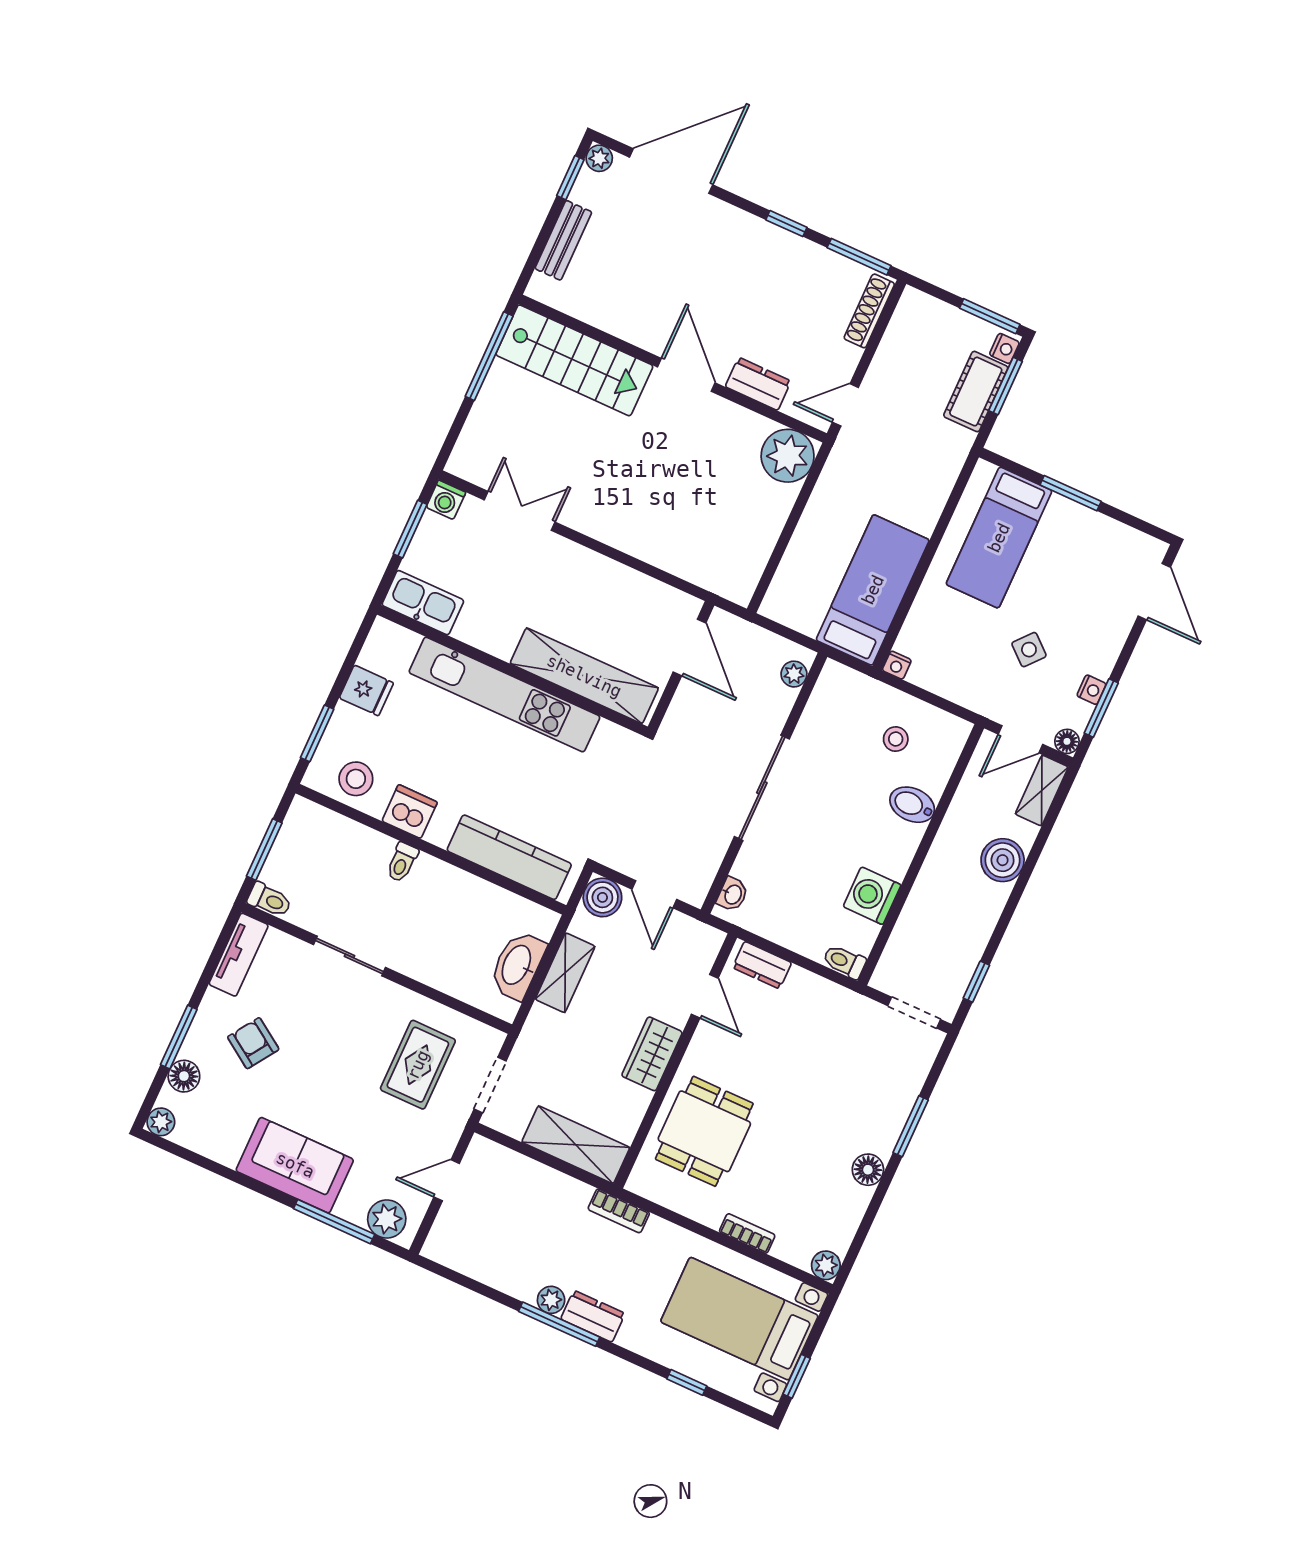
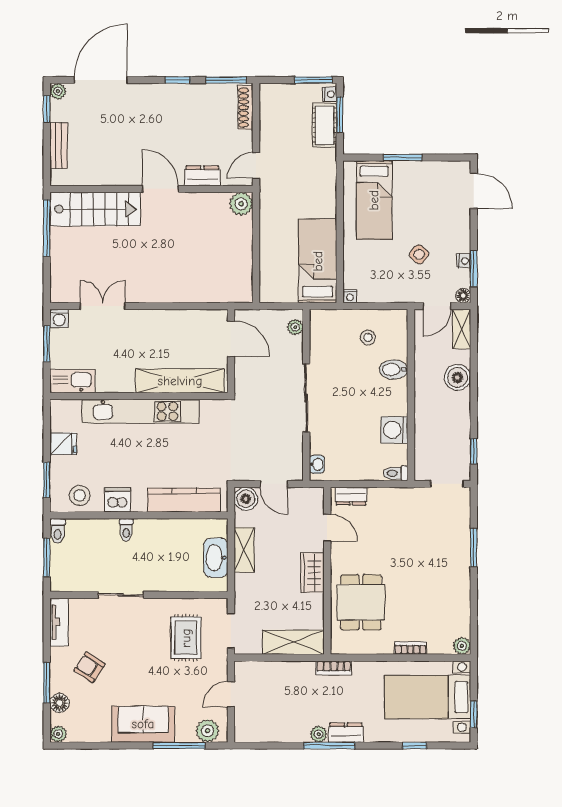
plant: (788, 456) -> (241, 204), width x0.73, depth x0.73
toilet: (269, 900) -> (58, 531), moved, turned 90
floor lamp: (868, 1170) -> (461, 582), removed

